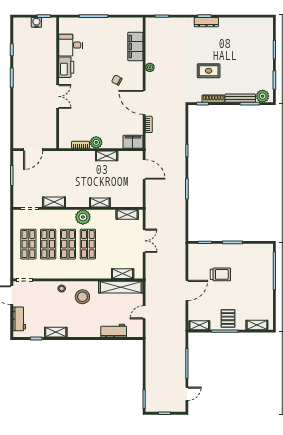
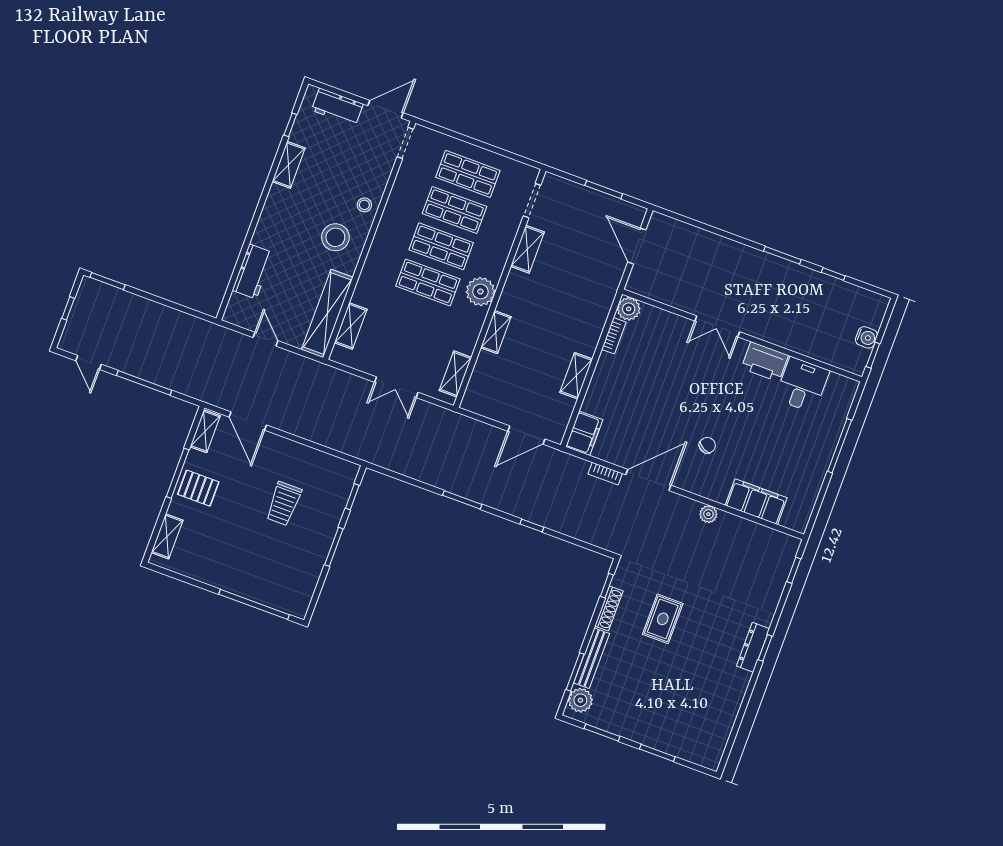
plant: (96, 142) -> (629, 309), moved
door: (187, 290) -> (248, 421), moved

